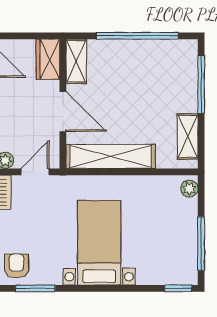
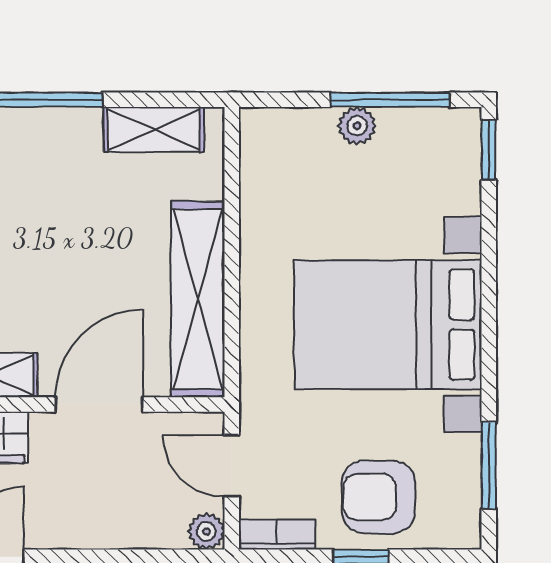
plant: (189, 189) -> (357, 126), moved
bed with nightstands: (99, 243) -> (388, 325), width x1.36
armchair: (17, 266) -> (378, 497), moved, width x1.38, depth x1.38

